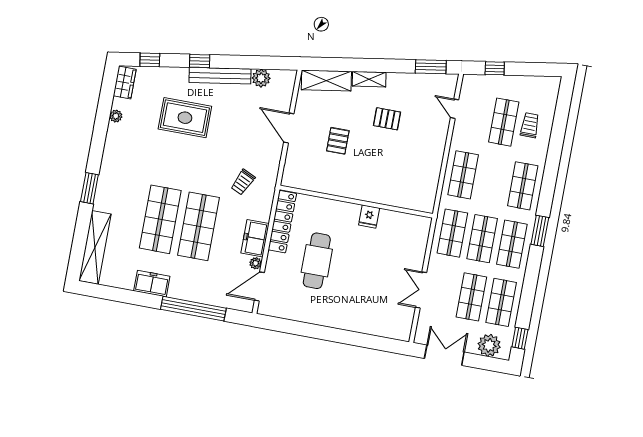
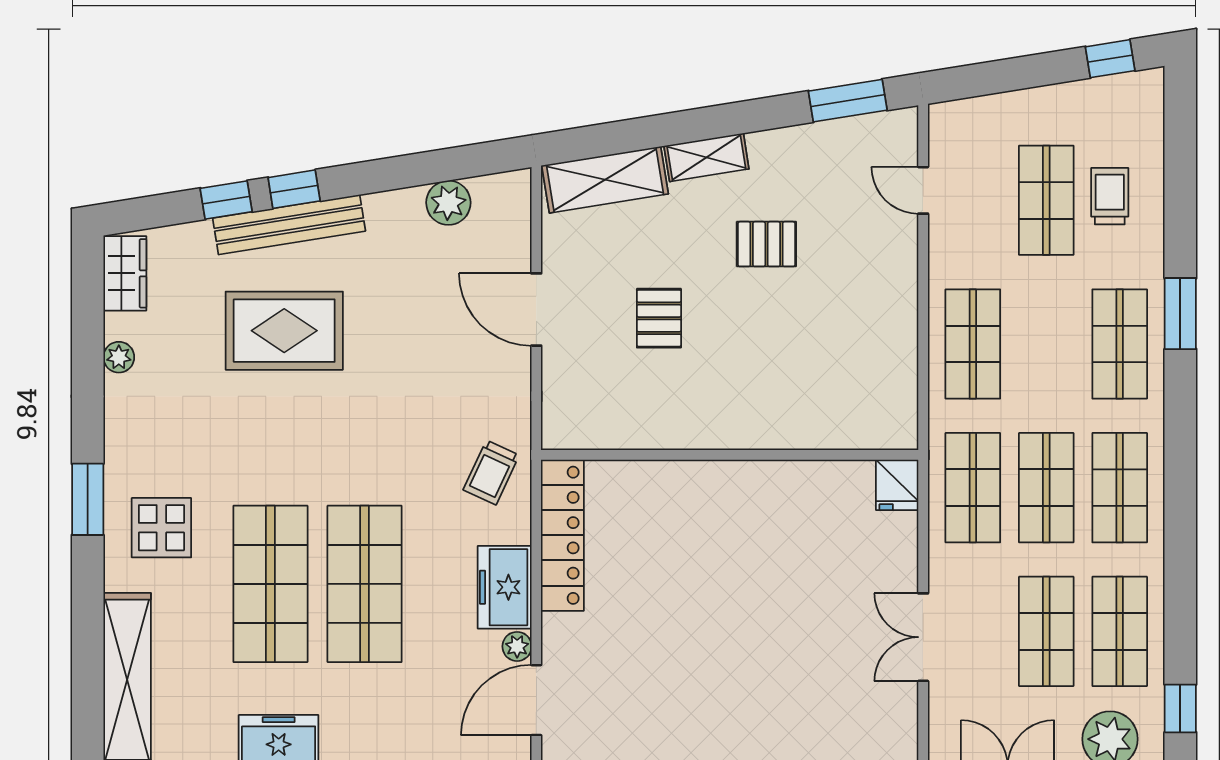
window: (150, 60) -> (226, 200), moved
window: (495, 68) -> (1110, 59), moved
bench: (220, 76) -> (289, 225), moved
trolley: (243, 182) -> (491, 473), moved
window: (89, 188) -> (88, 499), moved
display table: (120, 188) -> (161, 528), added
fridge: (369, 216) -> (897, 485), moved
window: (540, 231) -> (1180, 314), moved
cafe table: (317, 261) -> (662, 614), removed

